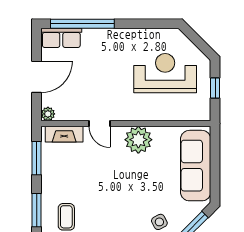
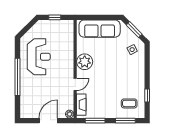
window: (82, 24) -> (17, 77), moved
row of seats: (61, 38) -> (26, 106), removed
reception desk: (165, 73) -> (39, 57), moved, turned 180
door: (37, 77) -> (48, 121), hinge flipped

